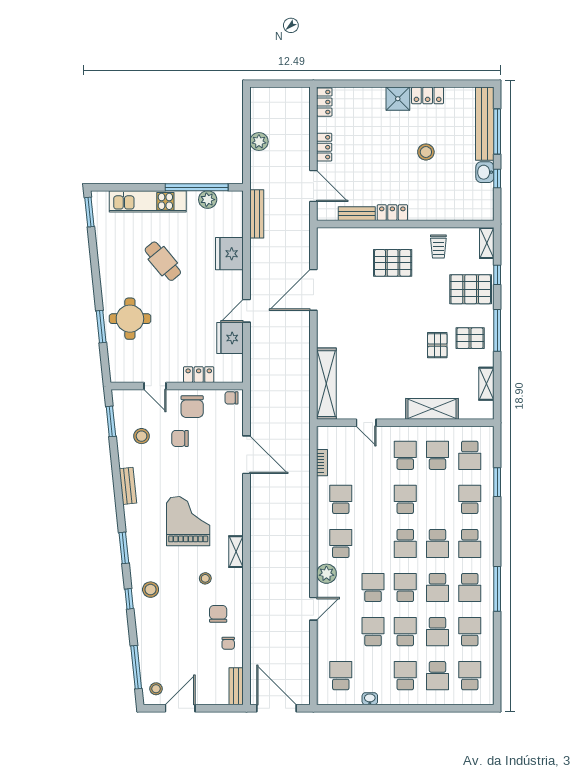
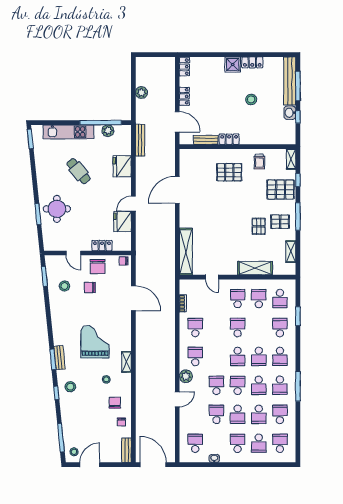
bench: (128, 486) -> (59, 358), moved
school desk: (405, 632) -> (238, 414), turned 180

